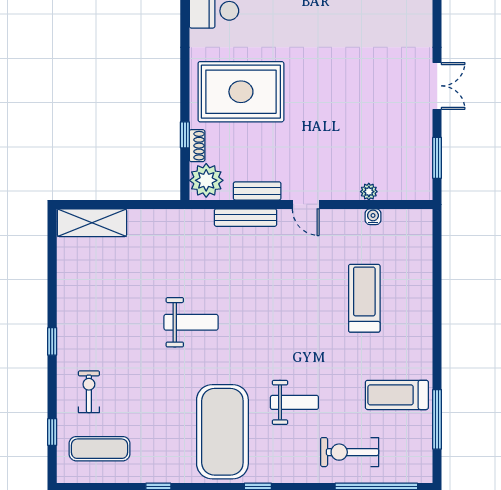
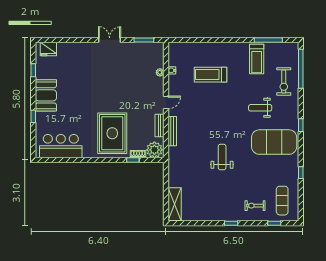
weight bench: (294, 402) -> (260, 108), turned -90

